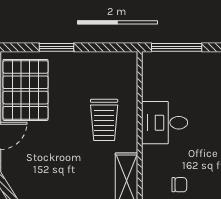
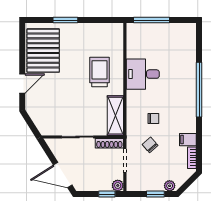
trolley: (104, 120) -> (99, 72), turned 180

